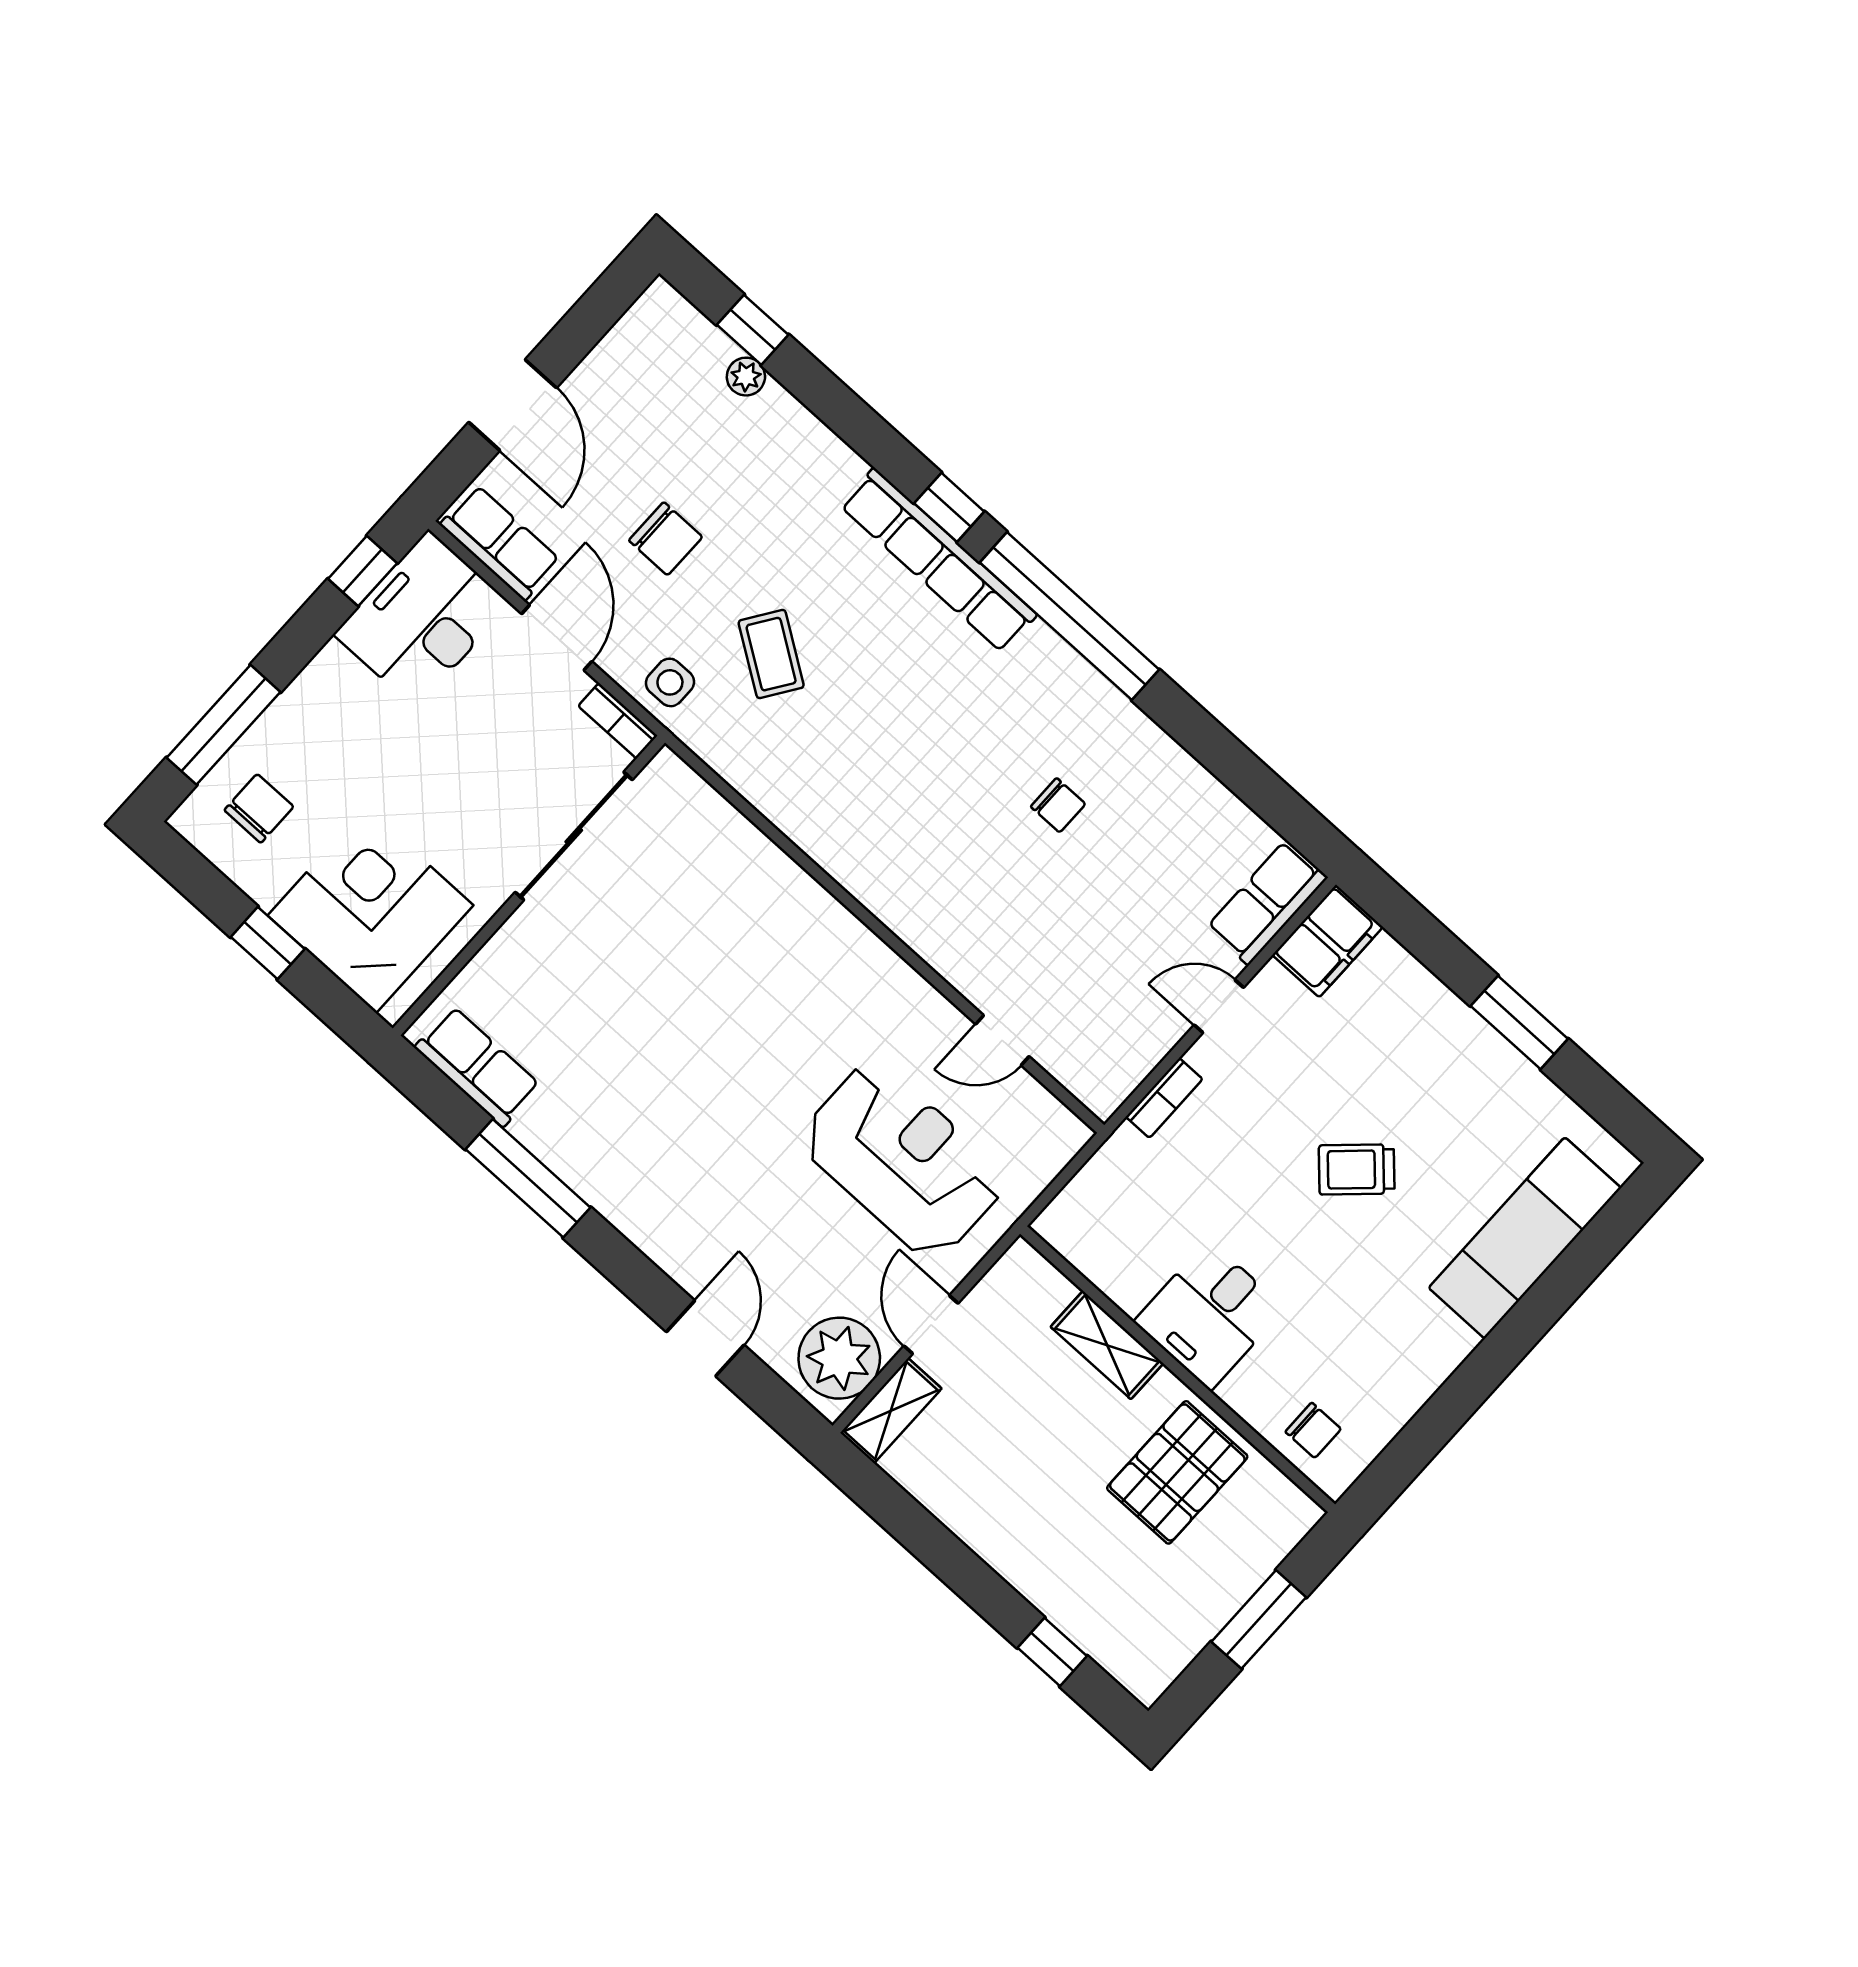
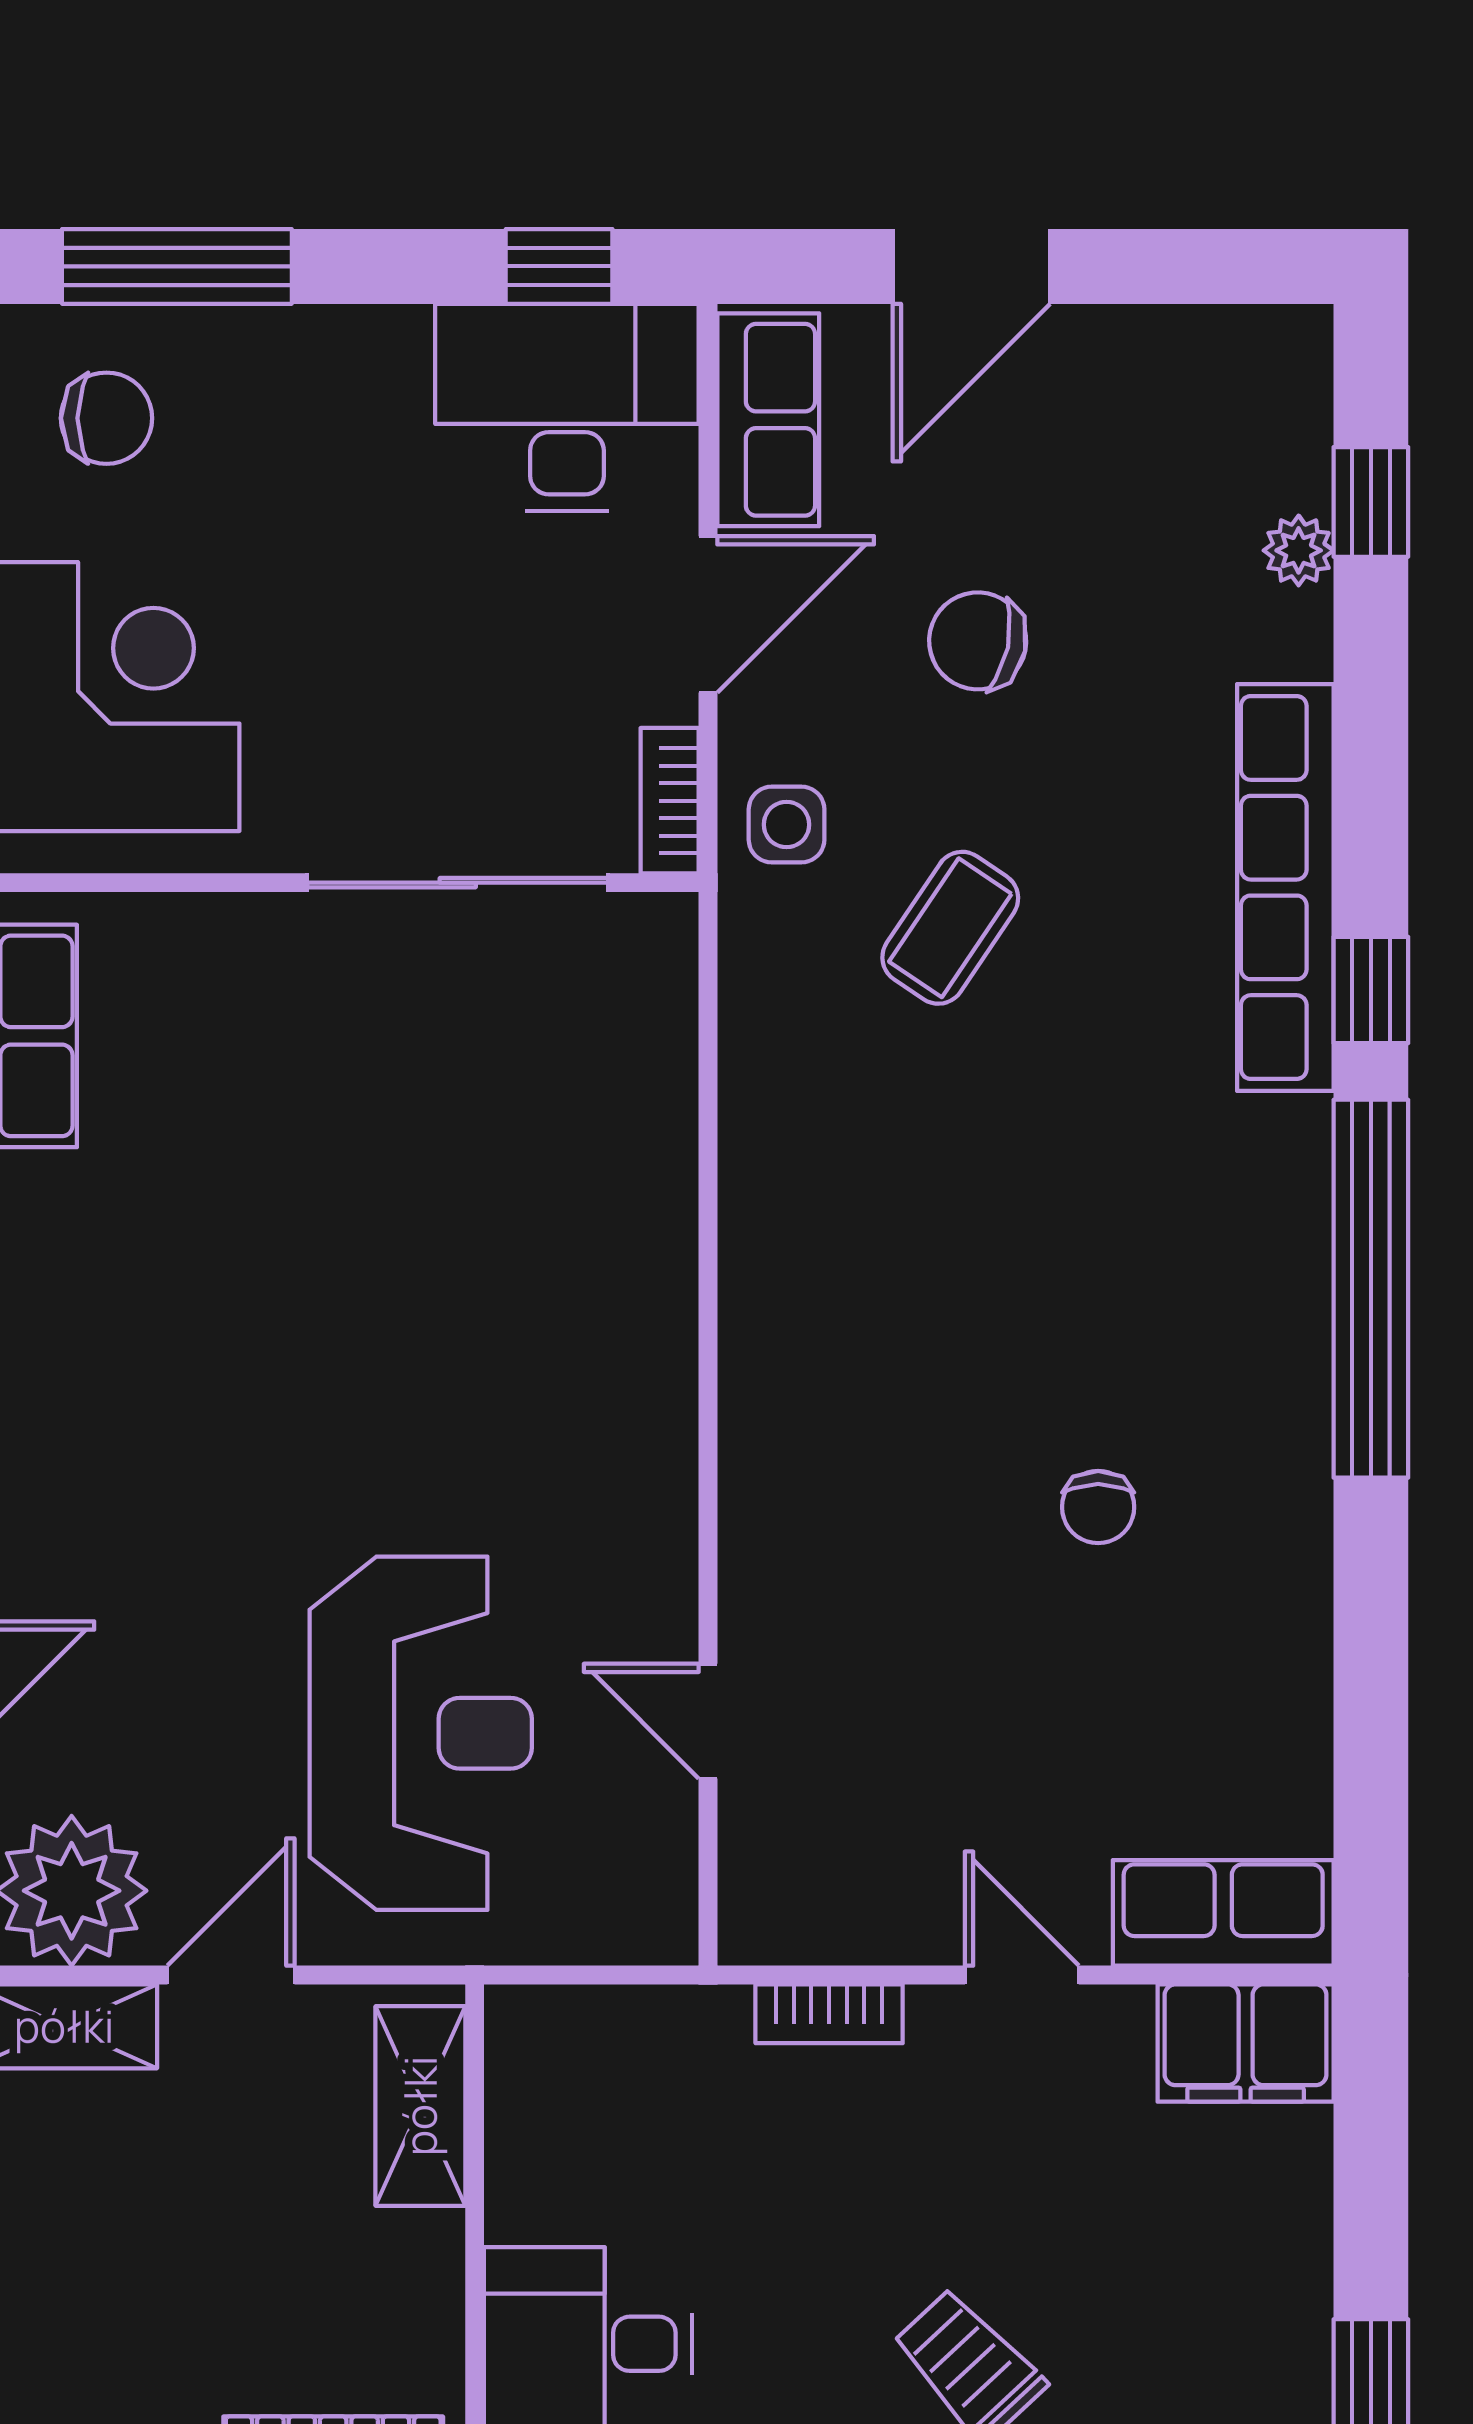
chair: (666, 539) -> (978, 641), turned 102
row of seats: (938, 560) -> (1285, 888), moved
shelving: (1107, 1345) -> (420, 2106), moved

